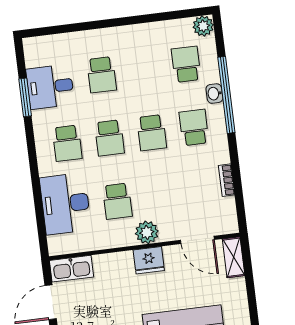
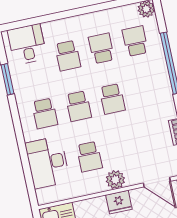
desk: (50, 87) -> (27, 44), moved, turned 90
washbasin: (214, 94) -> (160, 63), removed
school desk: (194, 127) -> (101, 48), moved

